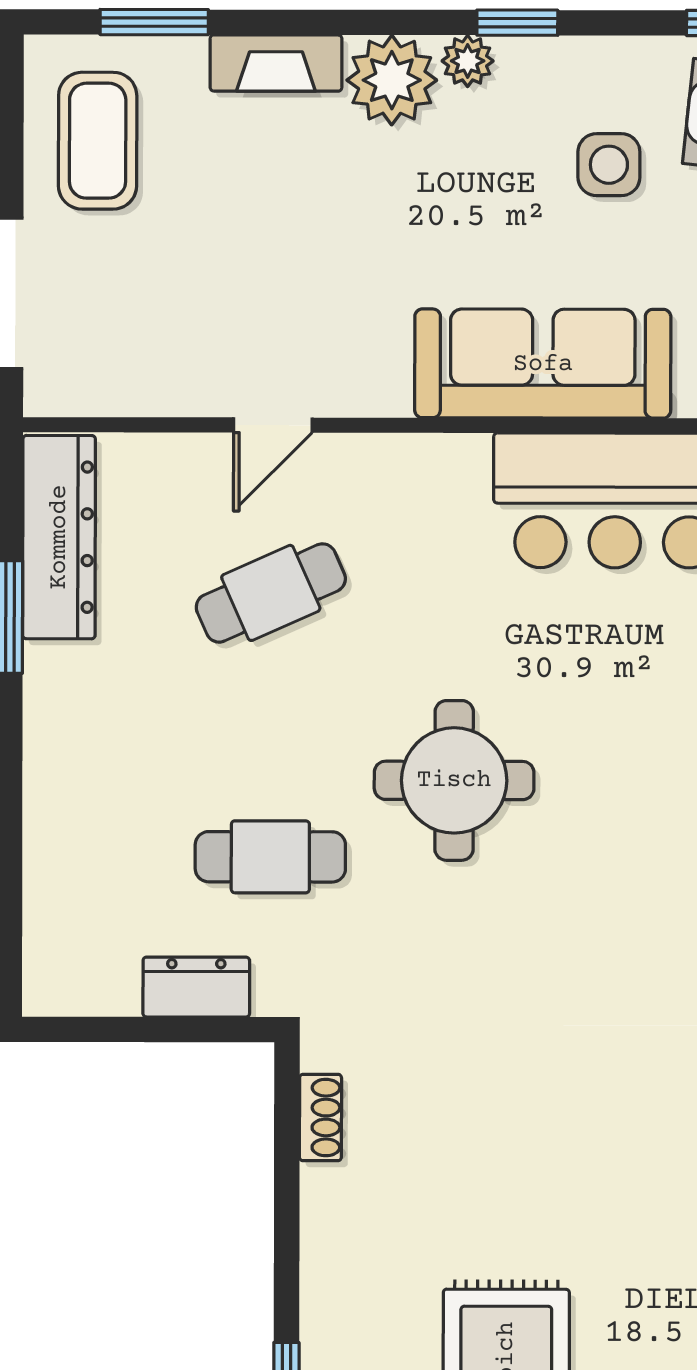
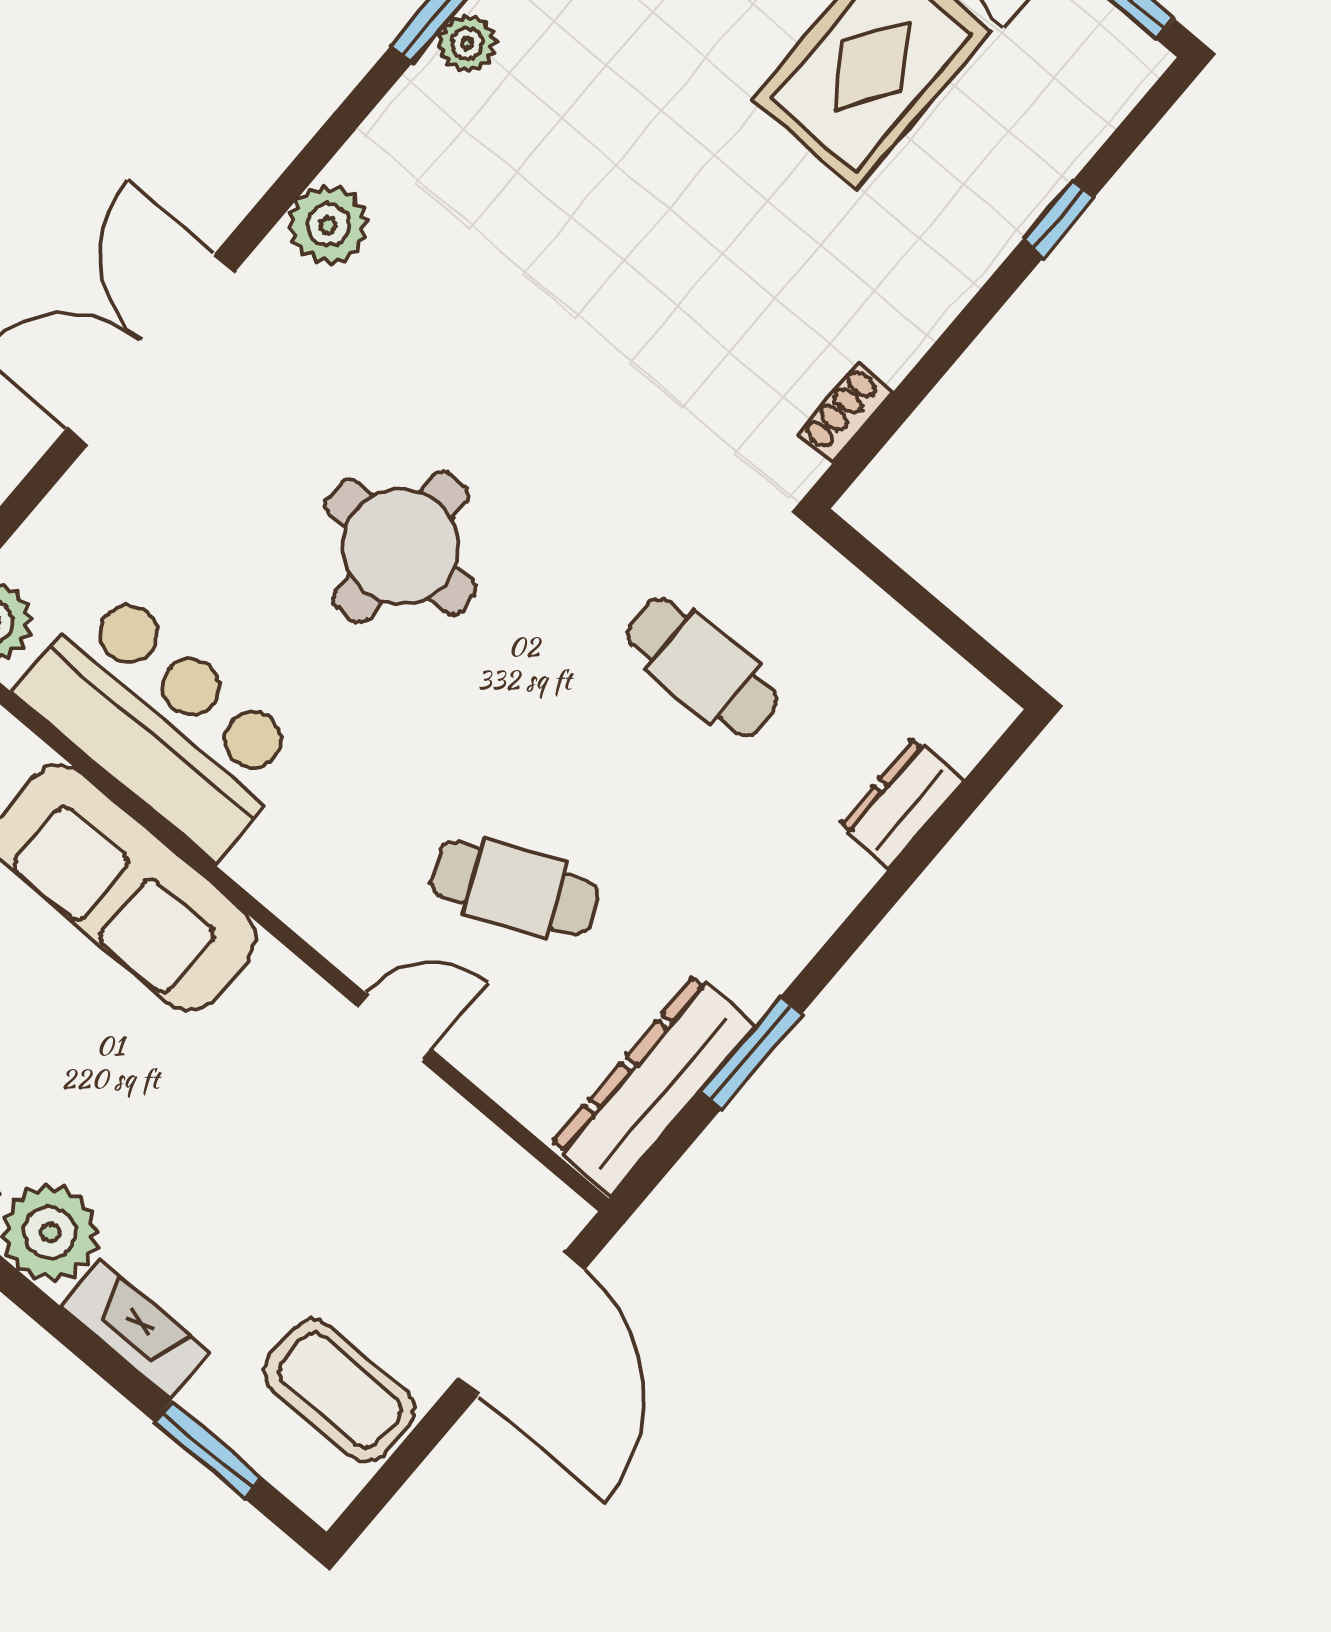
coffee table: (98, 141) -> (340, 1390), turned 90
round table: (454, 780) -> (401, 547), moved
dresser: (196, 987) -> (901, 803), moved, turned 90

